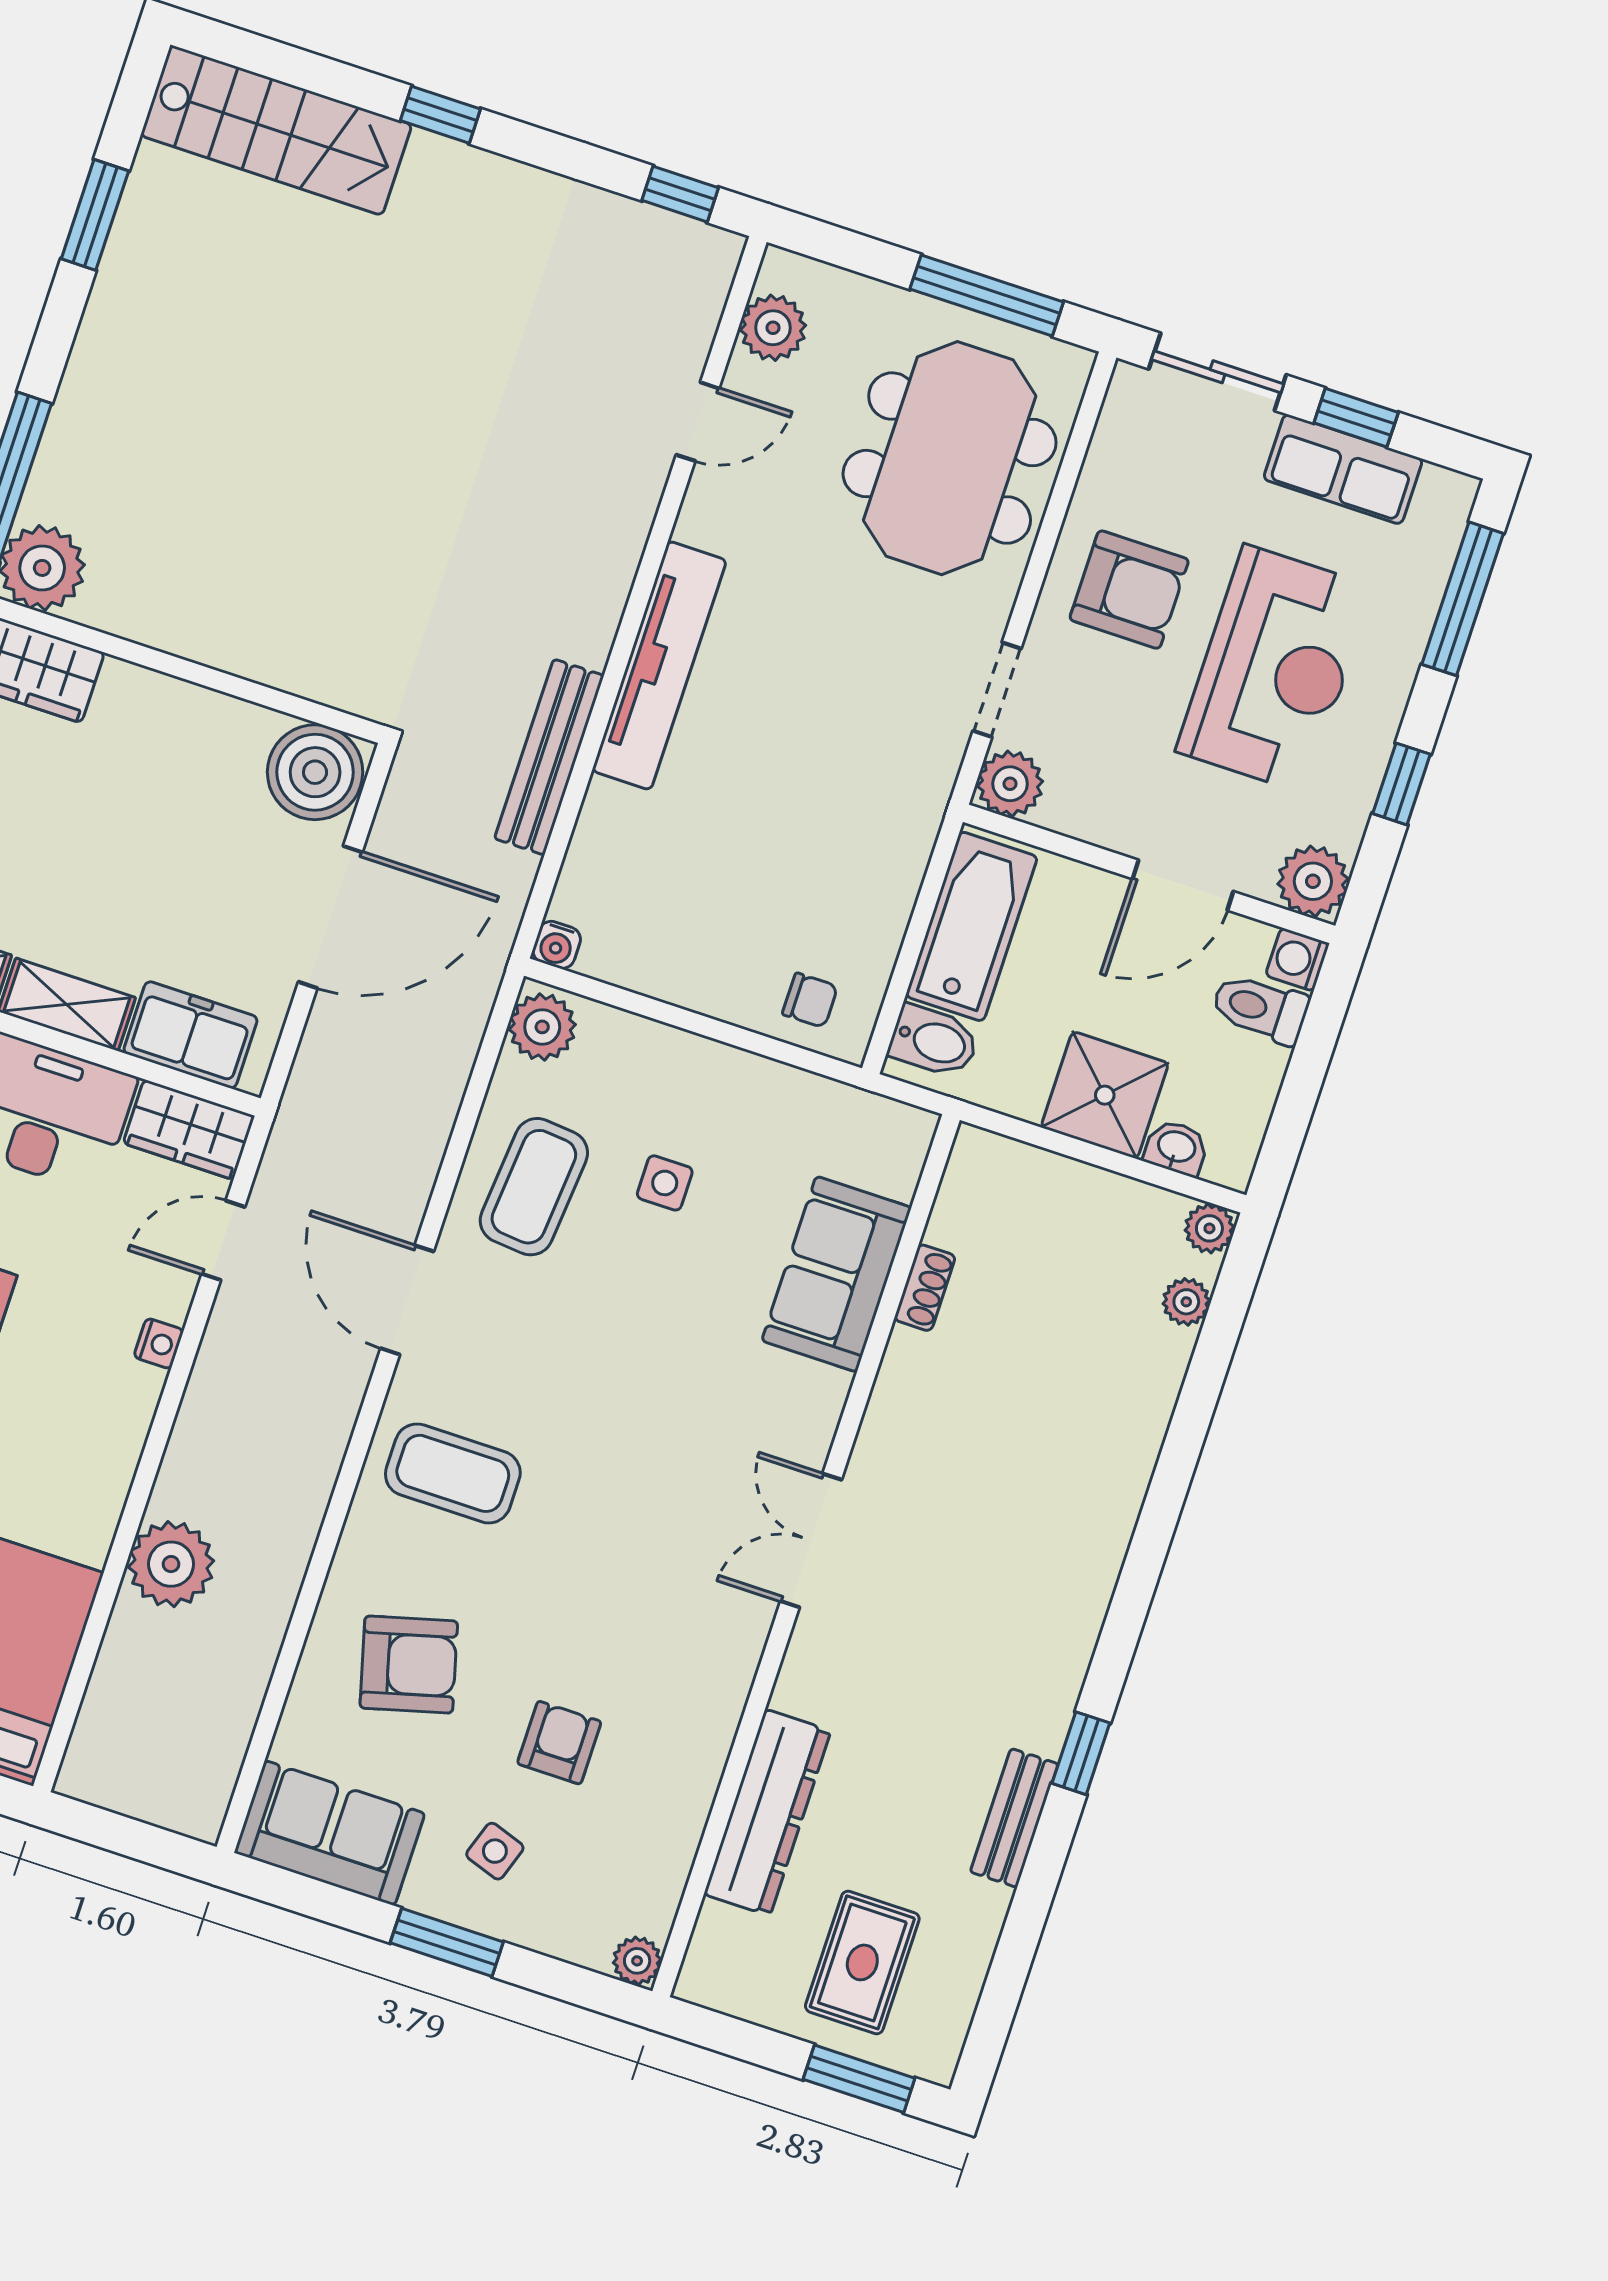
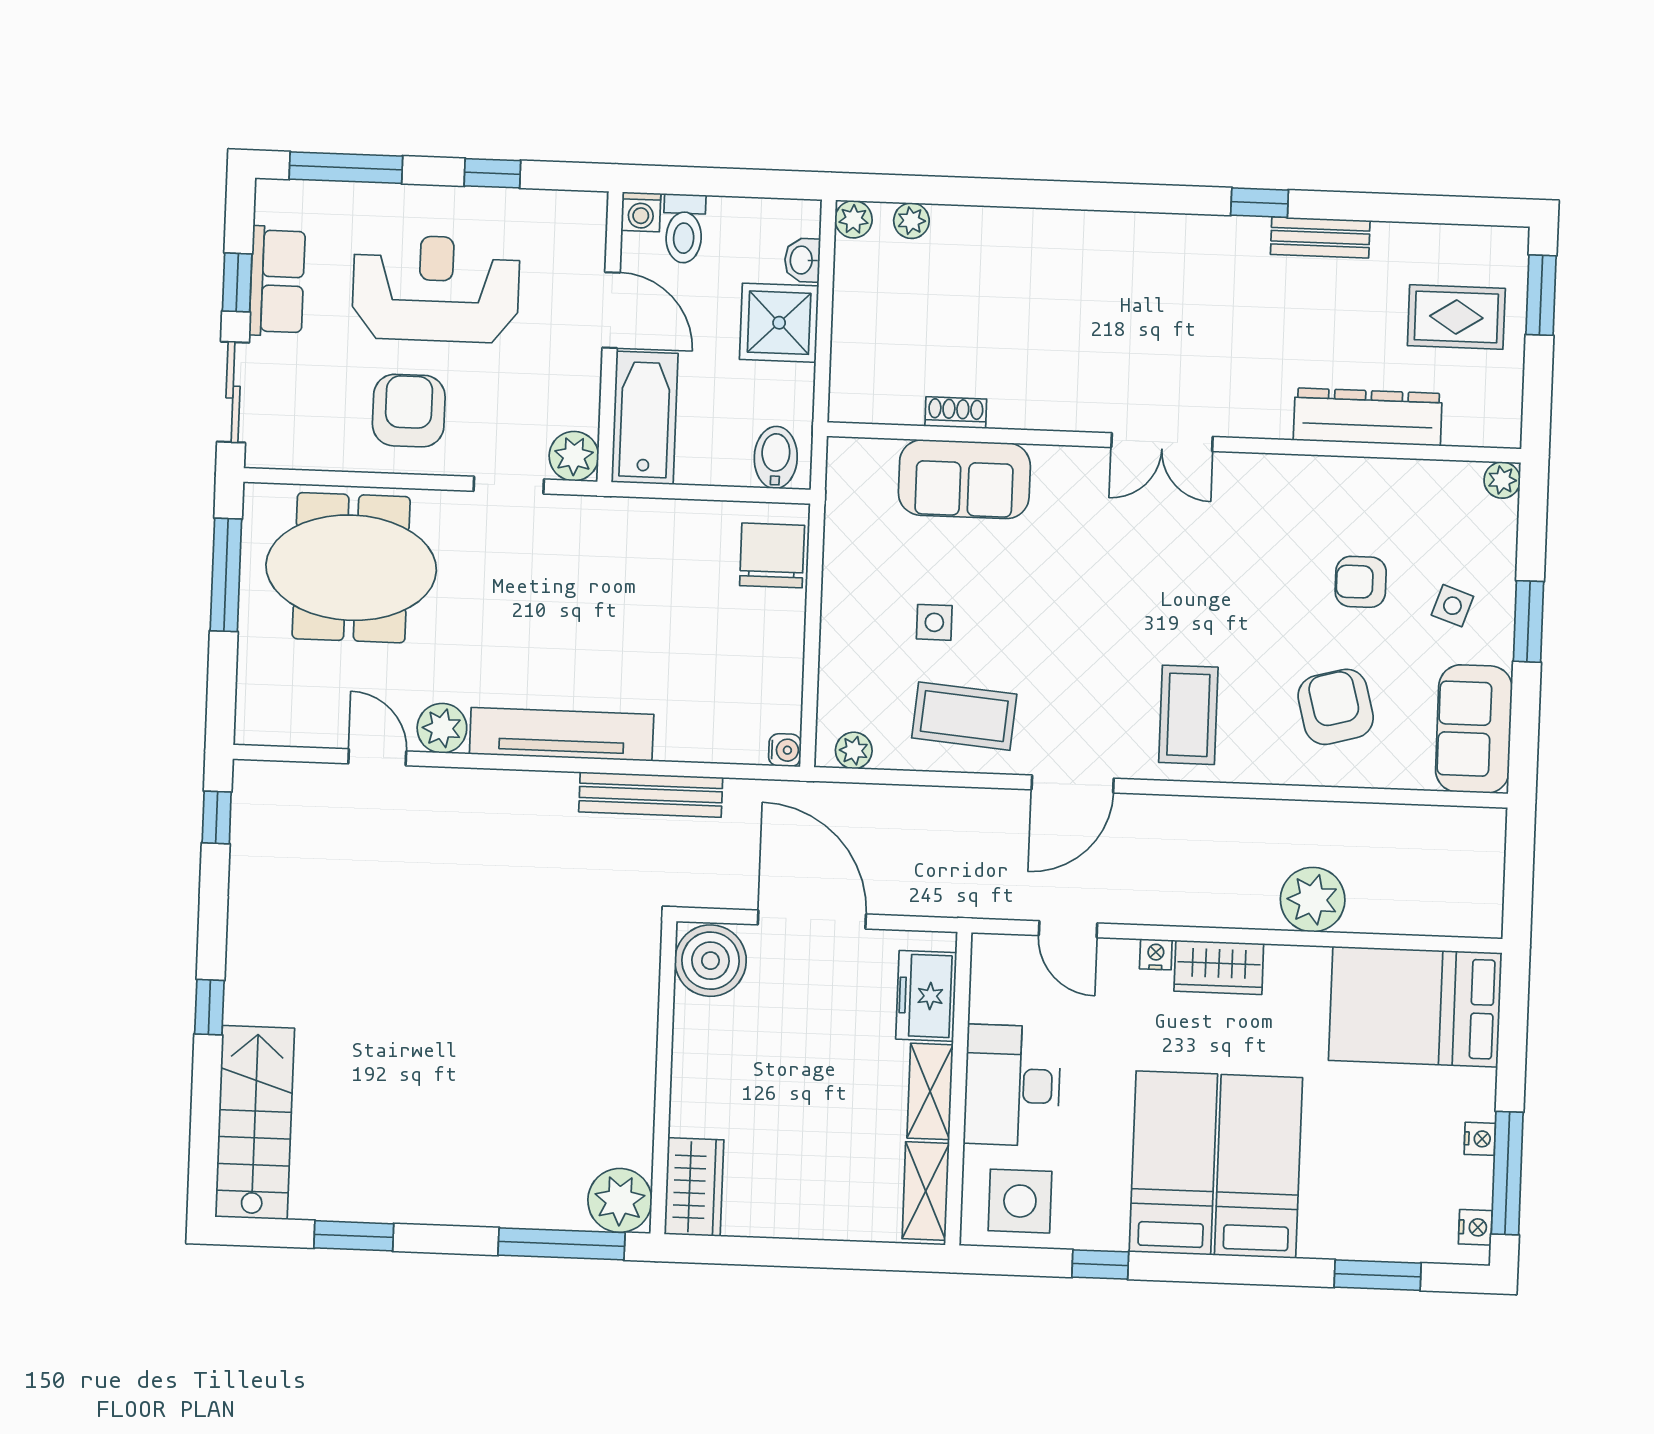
plant: (773, 328) -> (442, 728), moved
plant: (1313, 881) -> (581, 217), removed
bathtub: (972, 926) -> (645, 418), moved, turned 90
chair: (810, 1000) -> (772, 555), width x1.87, depth x1.87
plant: (542, 1027) -> (854, 751), width x0.73, depth x0.73
wardrobe: (189, 1130) -> (1219, 967), moved, turned 90

